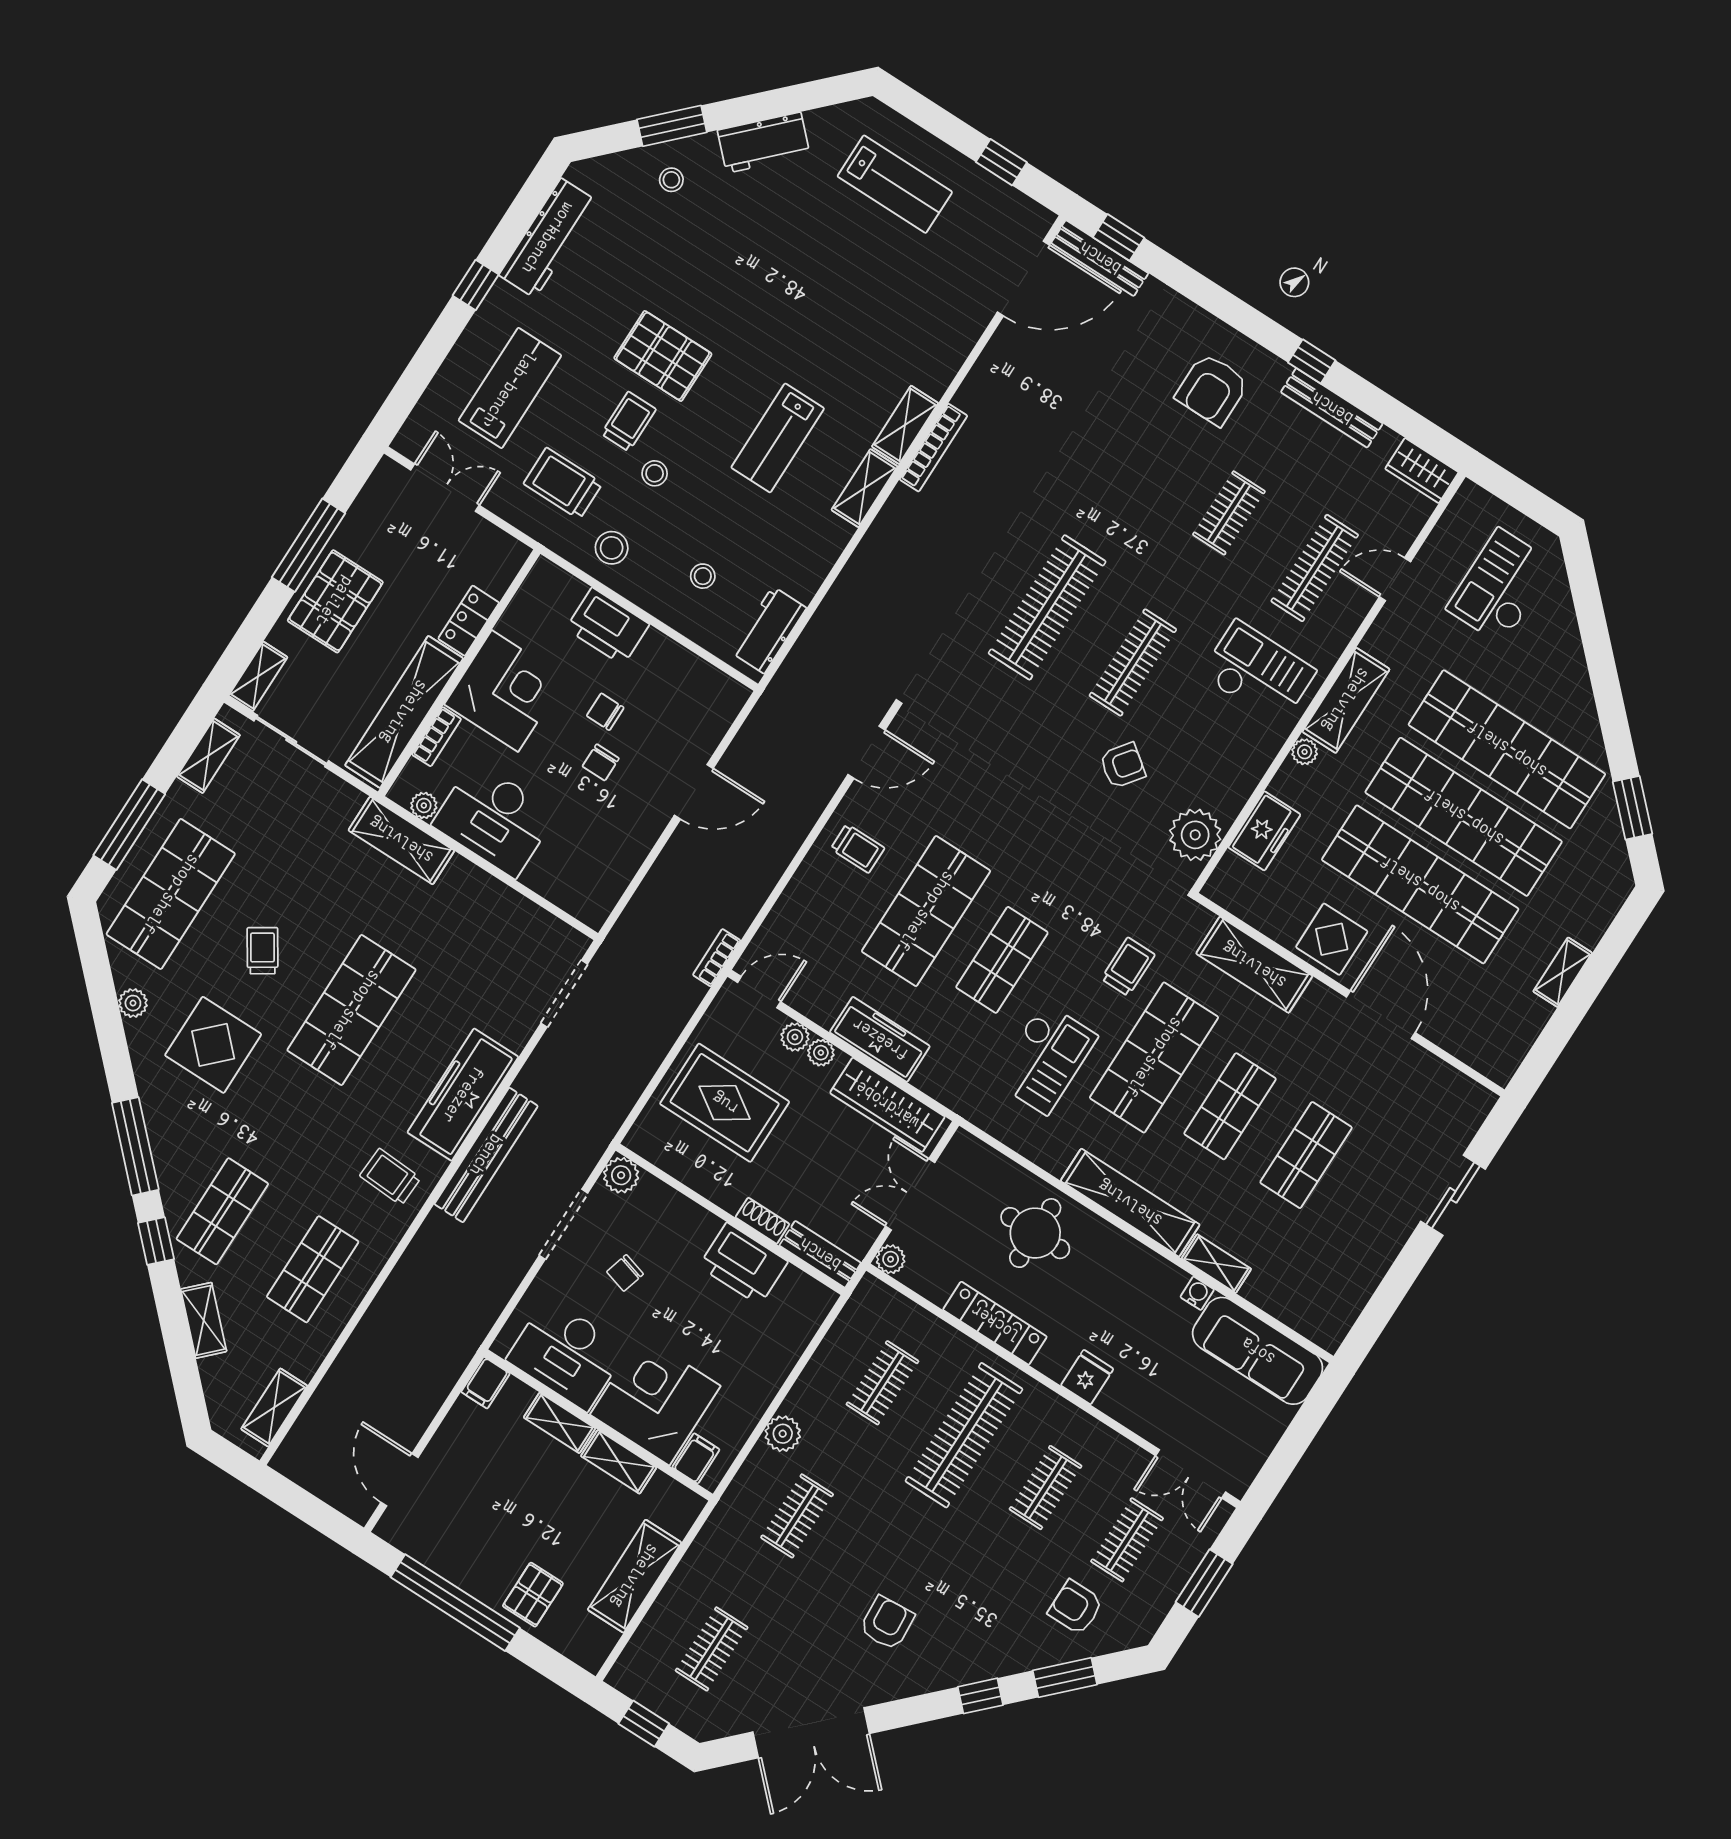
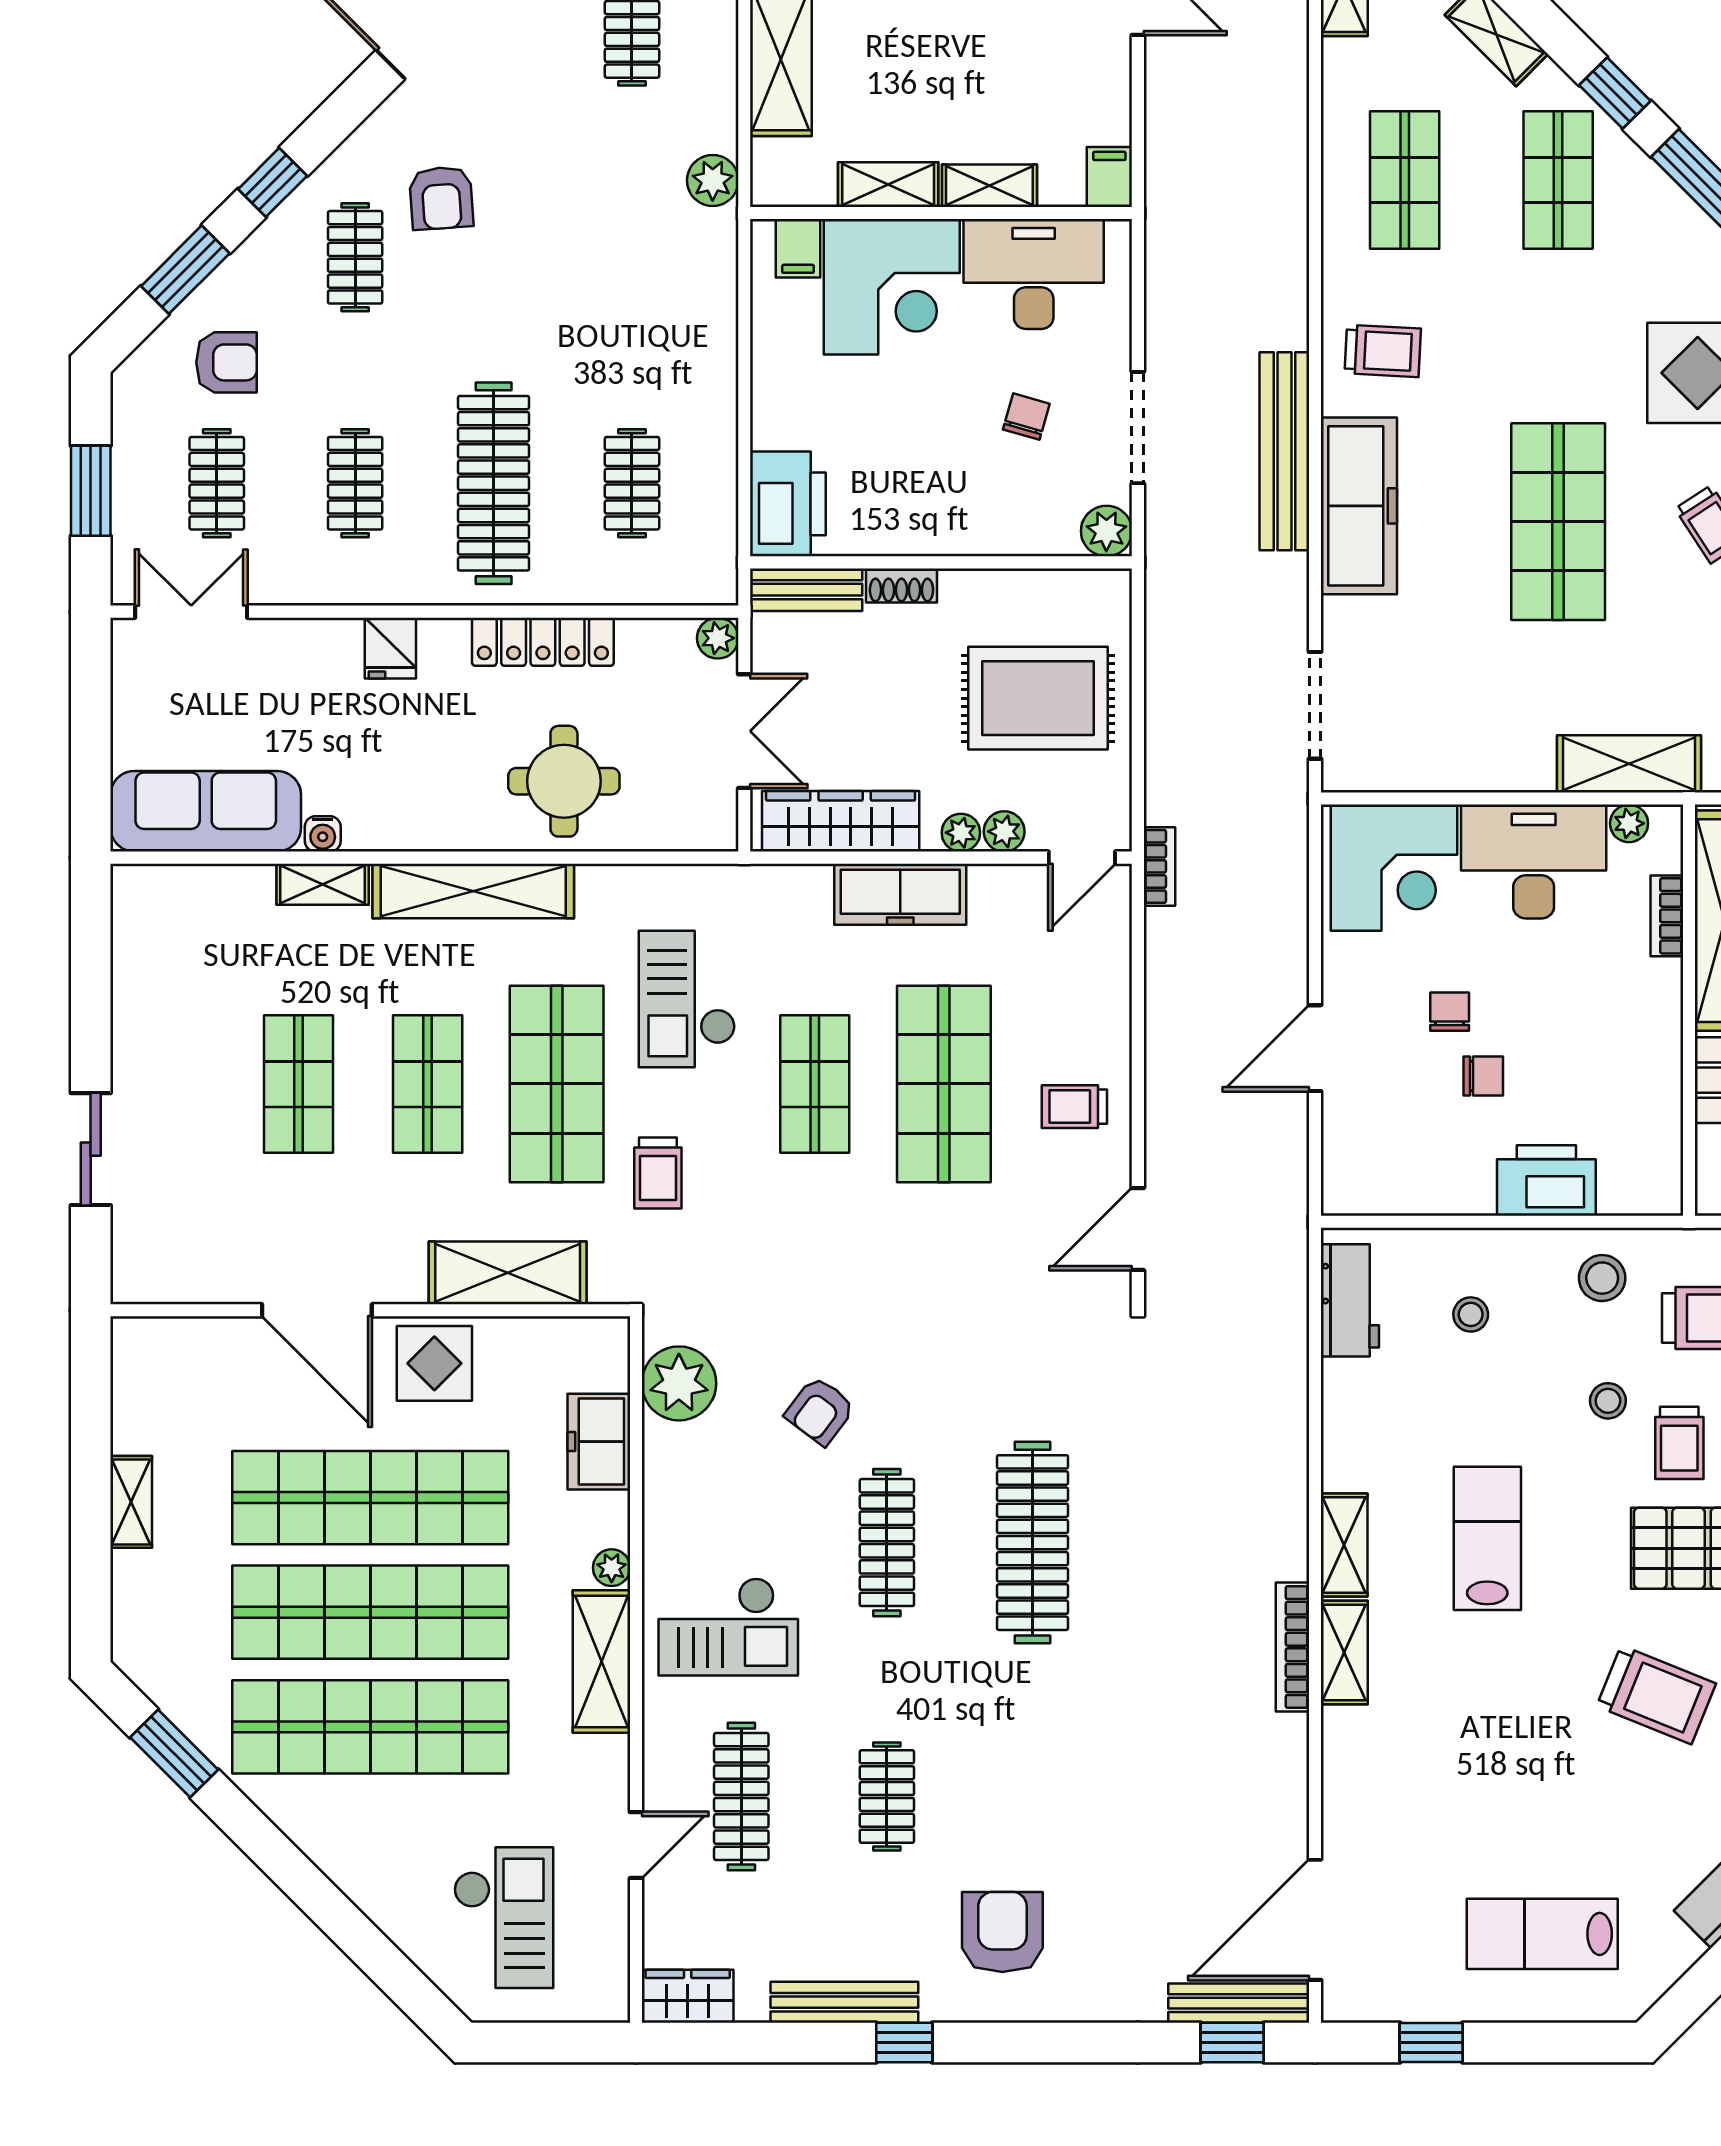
trolley: (737, 282) -> (1656, 1695), added
corner desk: (505, 691) -> (1394, 868), moved, turned -90
printer: (743, 1264) -> (788, 504), moved, turned 90
plant: (783, 1434) -> (713, 180), moved
clothes rail: (797, 1516) -> (355, 257), moved

